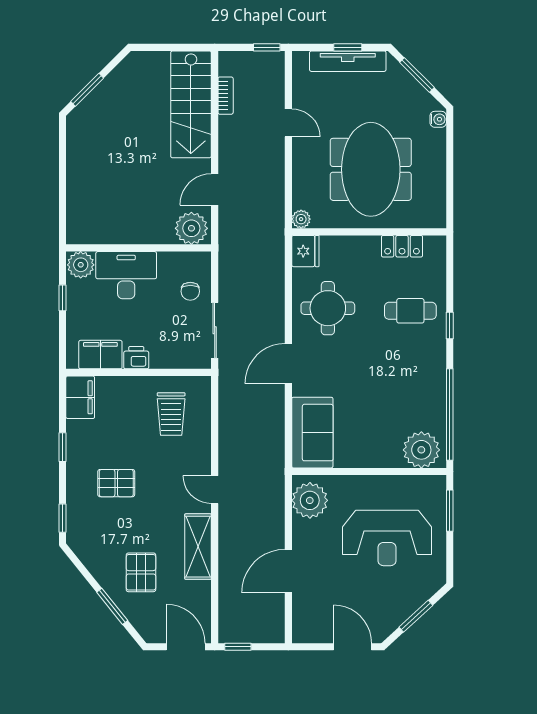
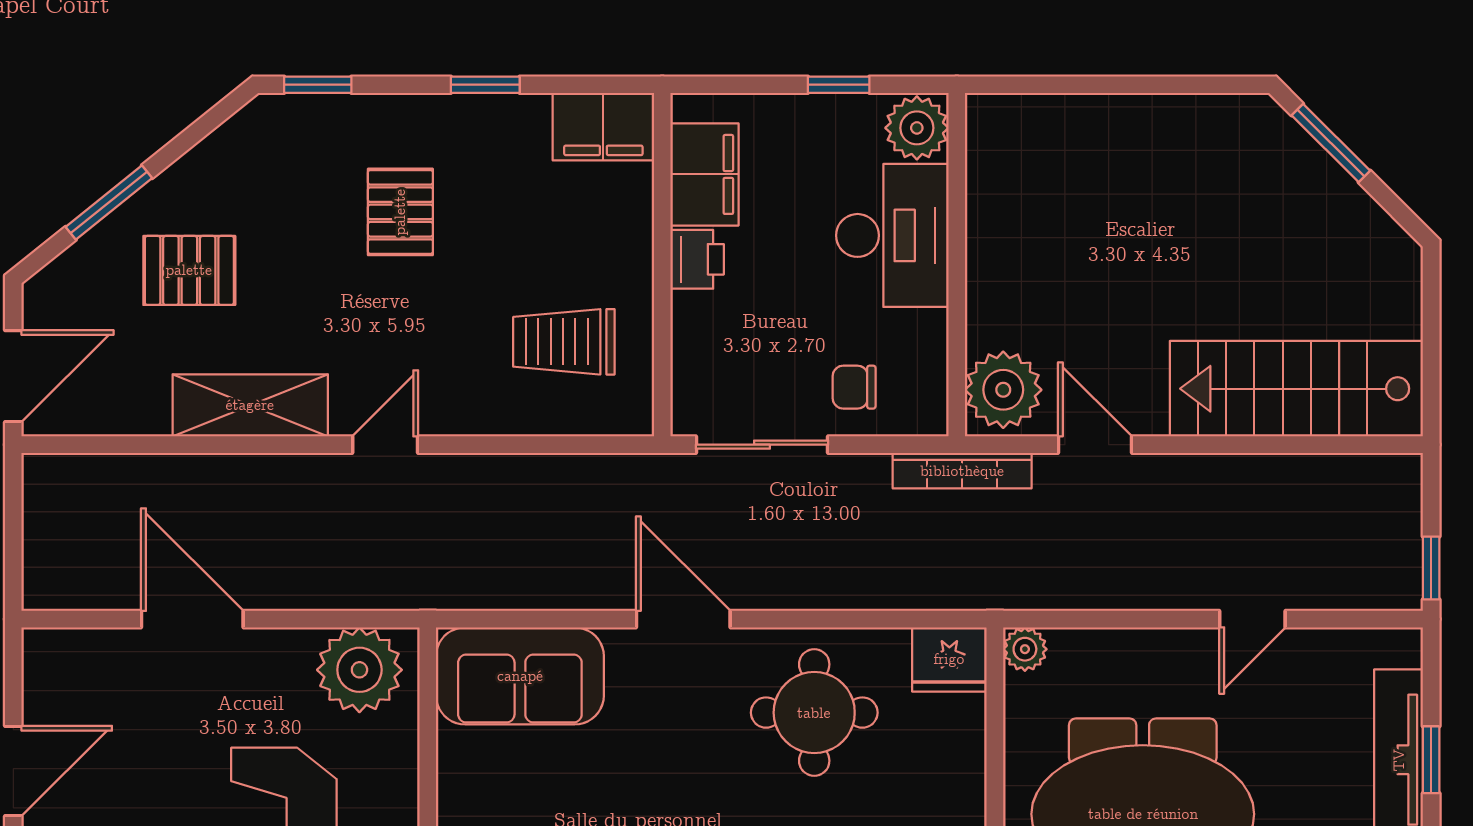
bookcase: (226, 96) -> (962, 471), moved, width x1.56
window: (238, 647) -> (13, 500), removed

